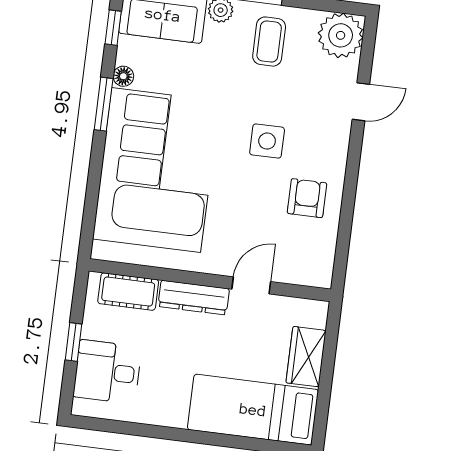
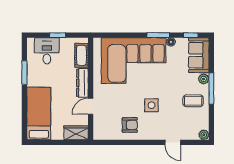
plant: (341, 35) -> (204, 135), width x0.53, depth x0.53
door: (251, 285) -> (91, 106), swing flipped
wardrobe: (306, 357) -> (76, 133), moved
window: (152, 431) -> (24, 73), added

